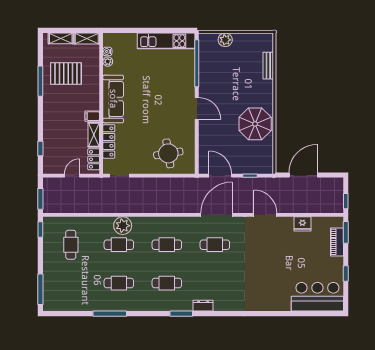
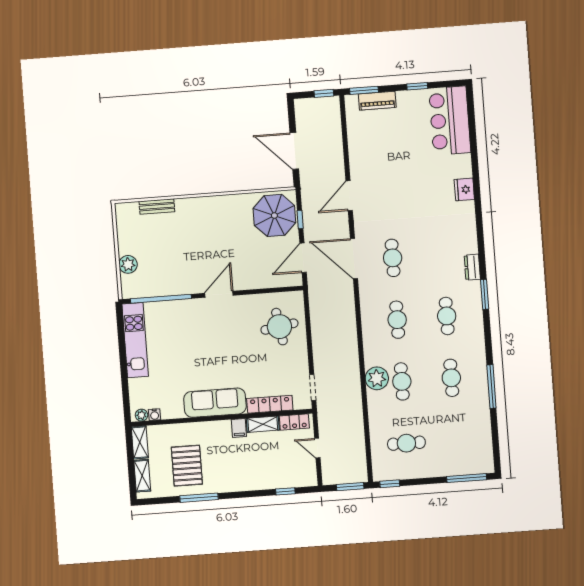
plant: (108, 62) -> (141, 415), moved
parasol: (255, 124) -> (274, 215), moved
fridge: (302, 224) -> (464, 189), moved, turned 180

